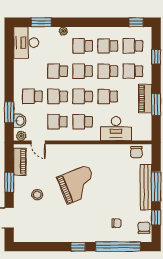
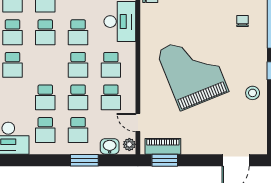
school desk: (83, 71) -> (45, 130), moved
window: (9, 112) -> (84, 160), moved
door: (38, 142) -> (138, 123), swing flipped
window: (9, 182) -> (165, 160), moved
grand piano: (78, 185) -> (193, 71), width x1.37, depth x1.48
stool: (37, 195) -> (253, 93), moved

